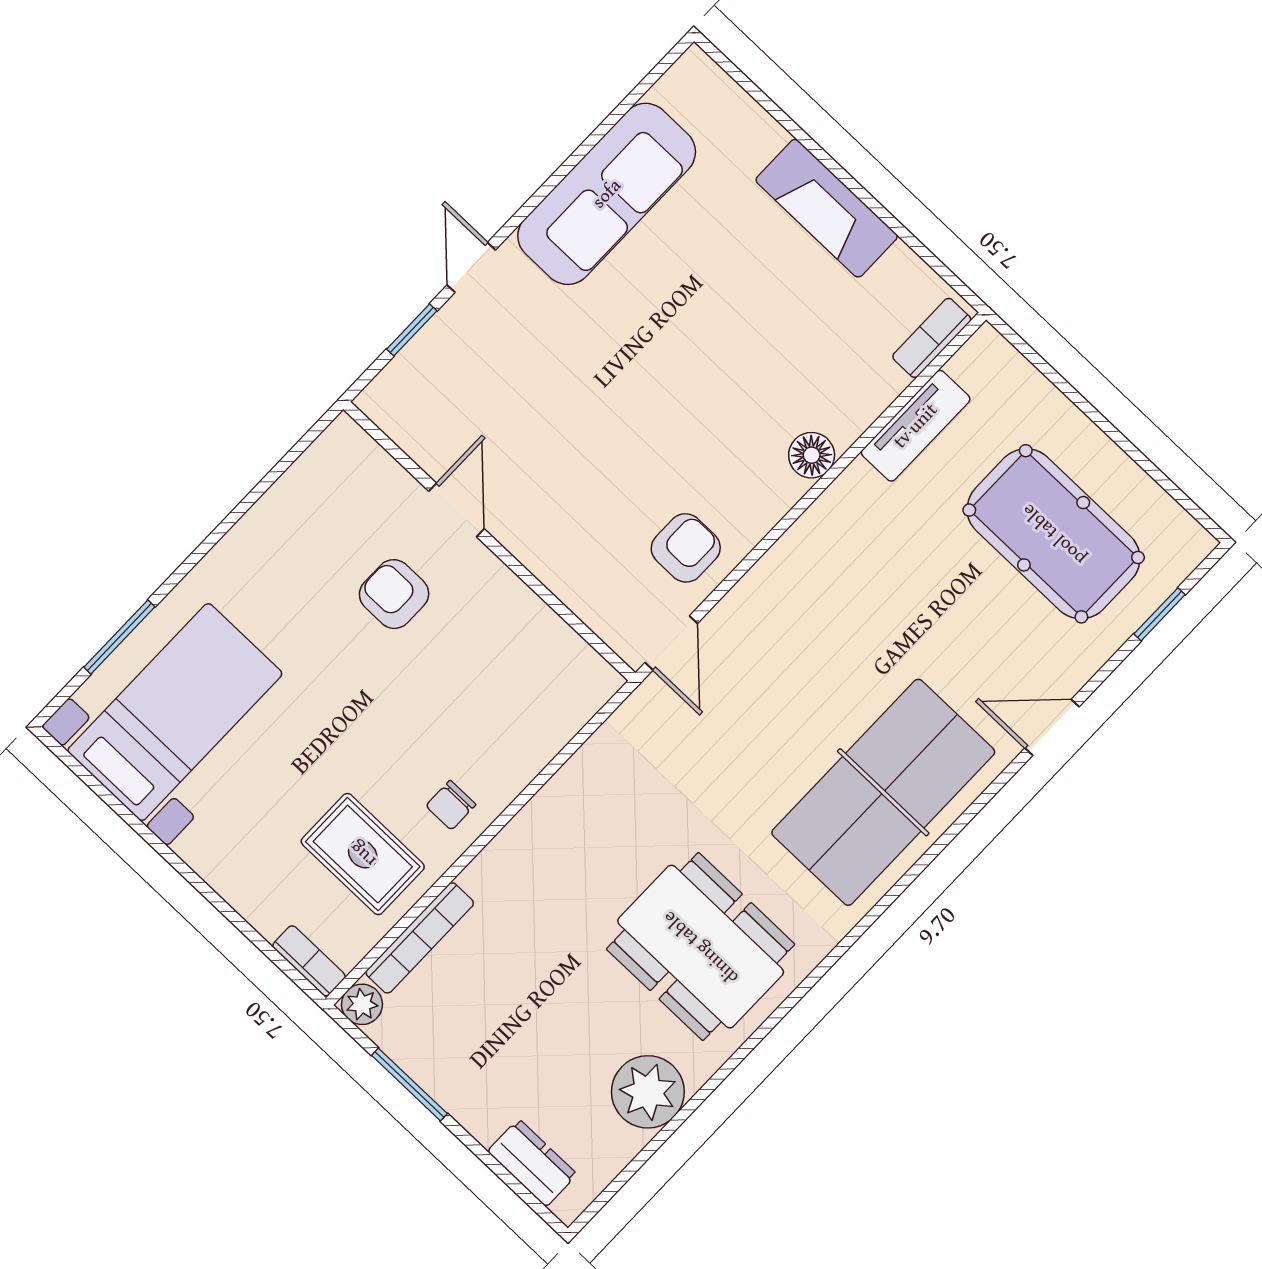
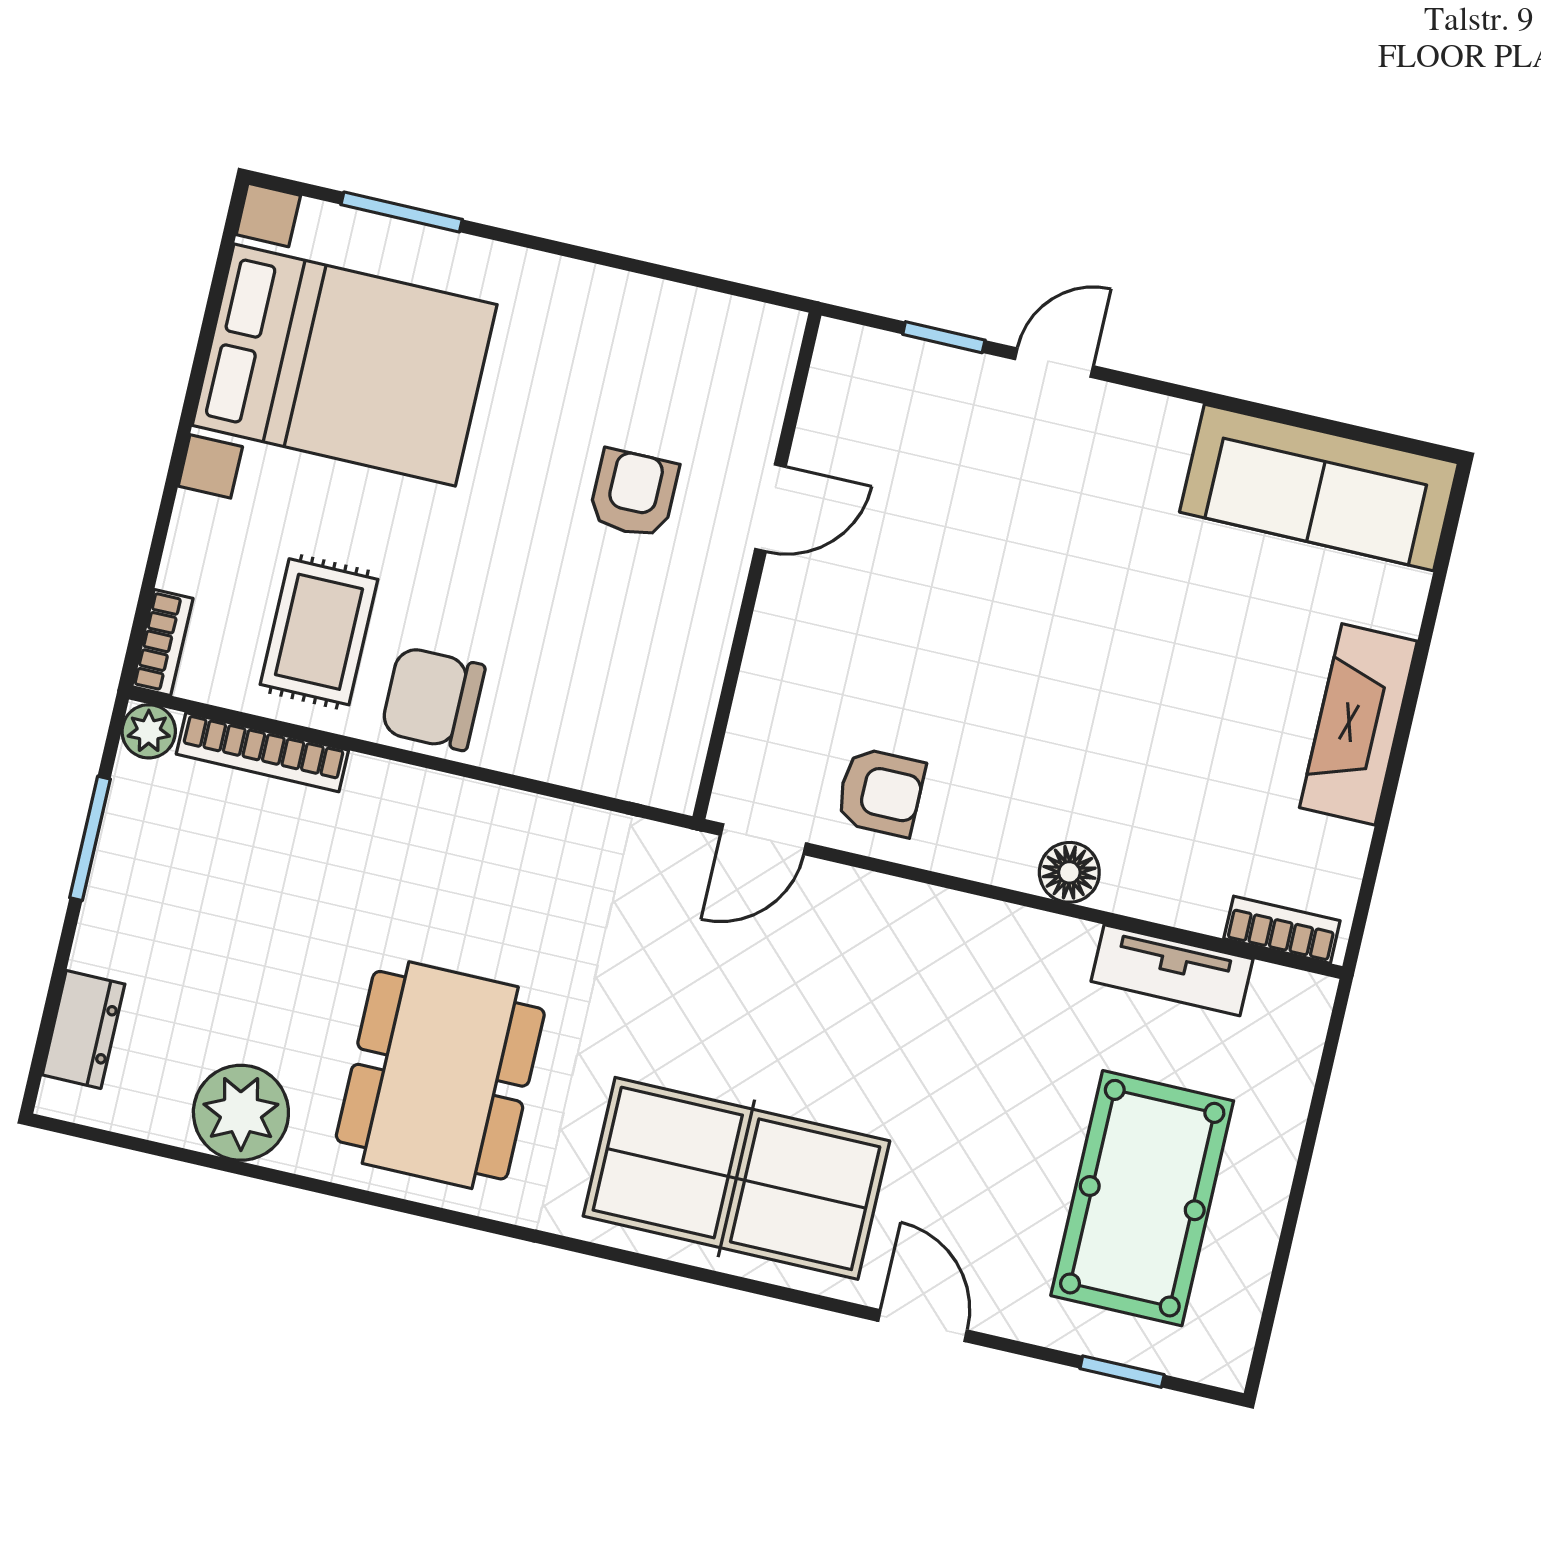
sofa: (607, 194) -> (1319, 487), moved
bed with nightstands: (175, 712) -> (345, 365), width x1.36
chair: (451, 805) -> (433, 699), width x1.87, depth x1.87

